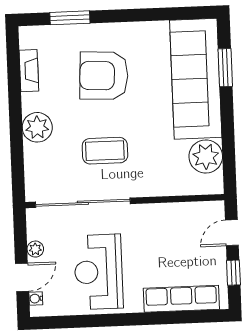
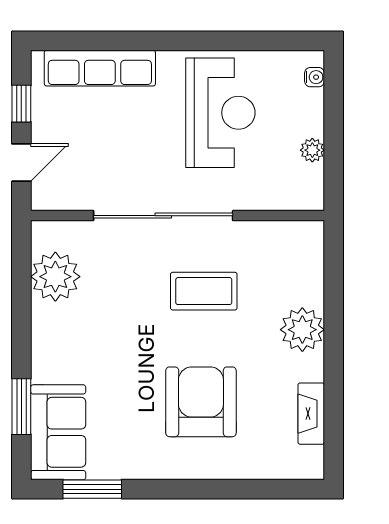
window: (70, 18) -> (92, 489), moved
armchair: (104, 76) -> (201, 402), turned -93
sofa: (196, 79) -> (58, 432), width x0.54, depth x0.79
sliding door: (83, 203) -> (163, 216), moved
door: (22, 277) -> (334, 109), removed

